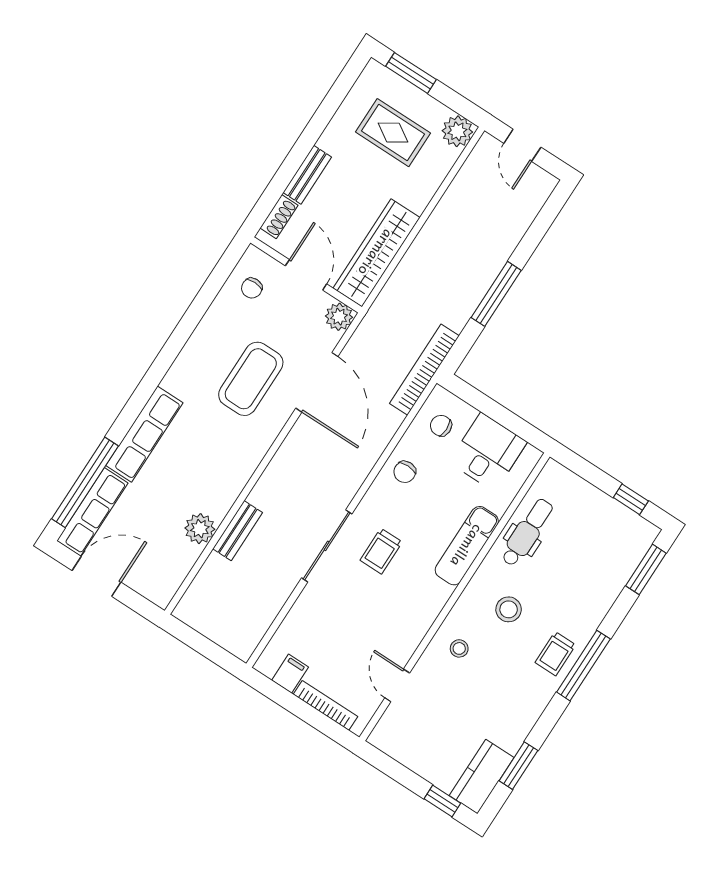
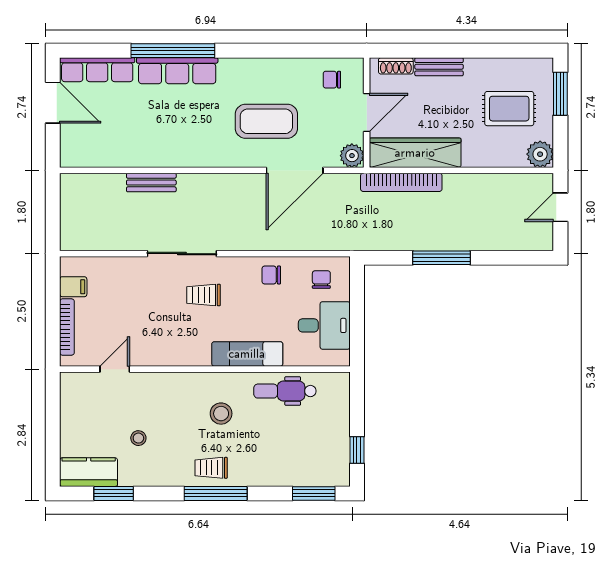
rug: (393, 133) -> (509, 109), turned 90
bookcase: (424, 370) -> (401, 182), moved, turned 180
window: (85, 482) -> (173, 51), moved
plant: (200, 529) -> (135, 154), removed
dental chair: (527, 532) -> (285, 391), turned 180
stool: (459, 648) -> (138, 438), moved
window: (442, 801) -> (53, 455), removed

